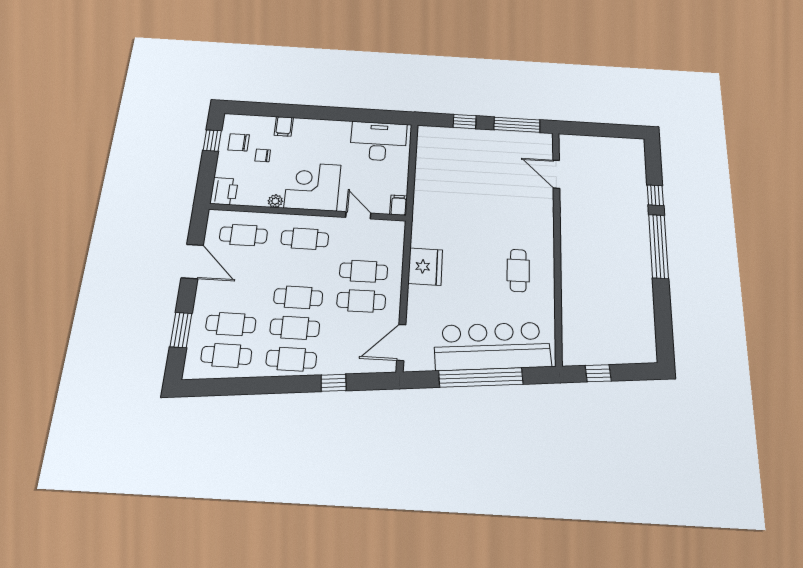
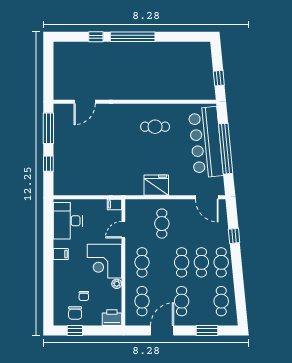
filing cabinet: (284, 126) -> (61, 254), moved
cafe table: (361, 301) -> (182, 224), removed
cafe table: (231, 324) -> (182, 301), moved

